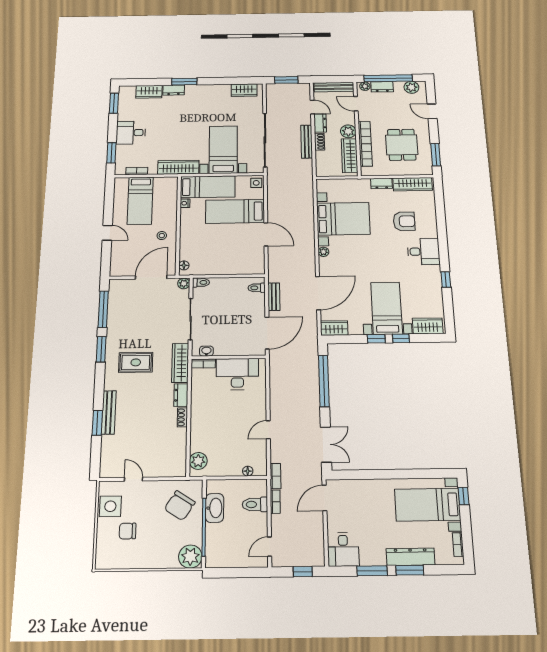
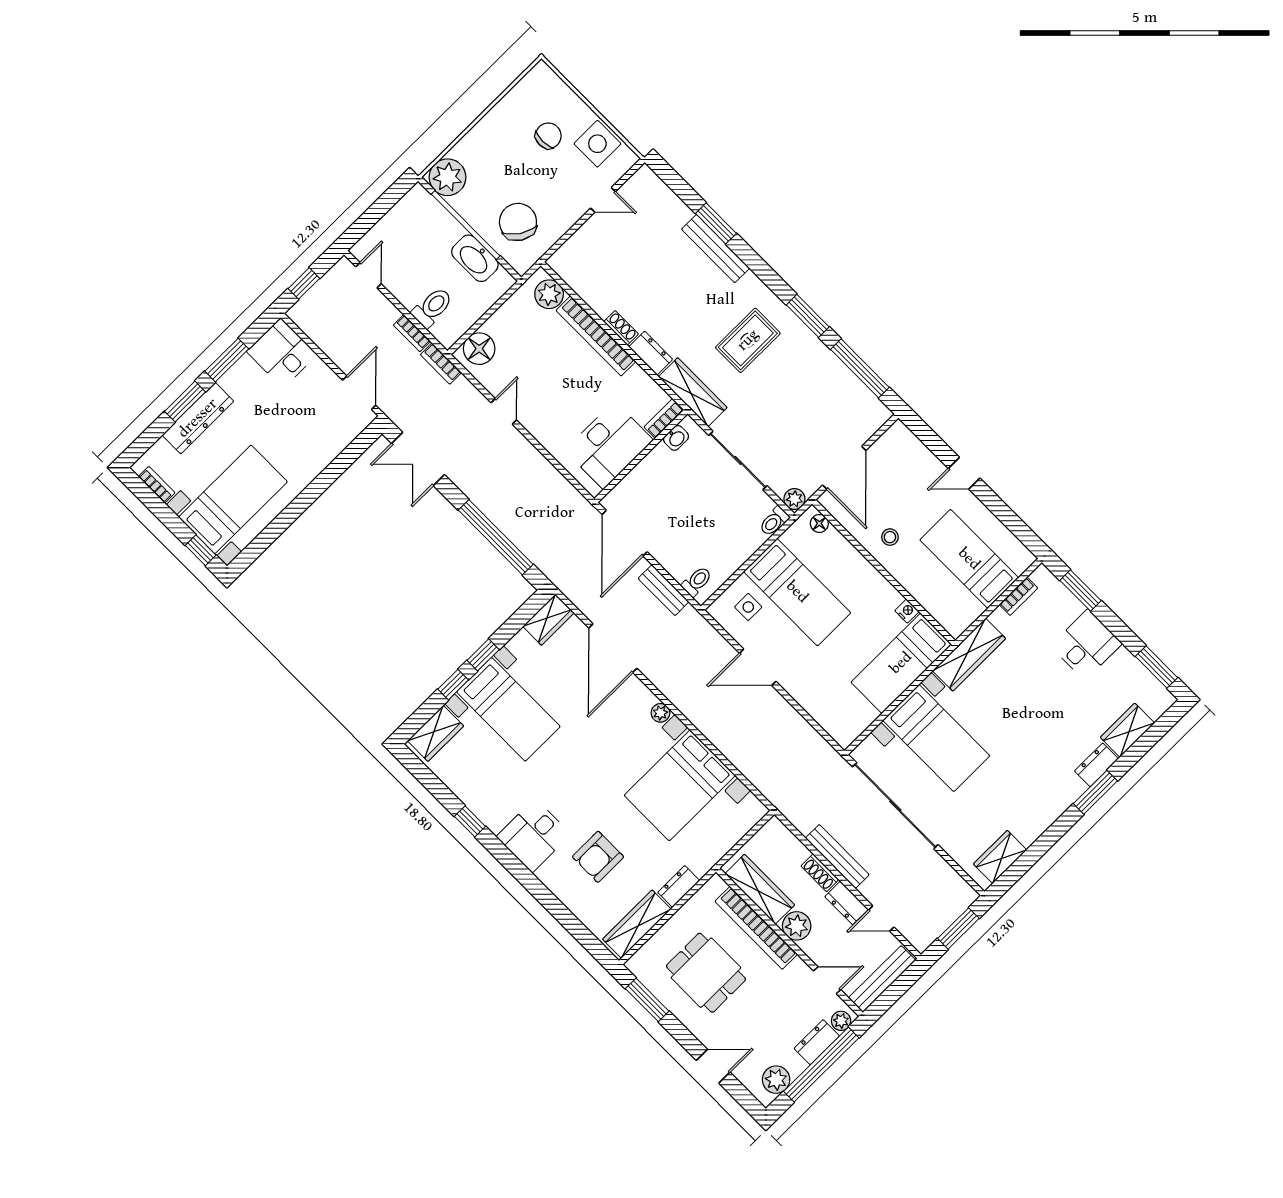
side table: (256, 183) -> (748, 607), moved
bed: (235, 211) -> (797, 592), moved, turned 90
bookcase: (196, 424) -> (596, 336), added
floor lamp: (248, 471) -> (479, 349), width x1.89, depth x1.89

